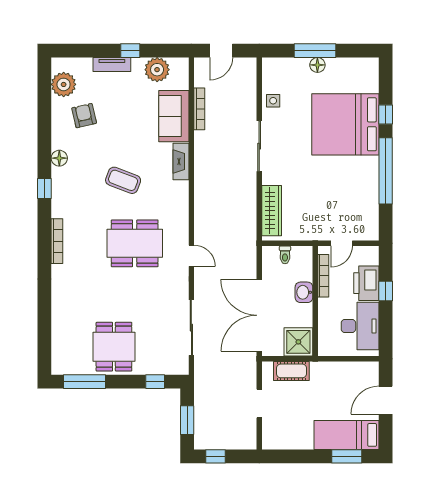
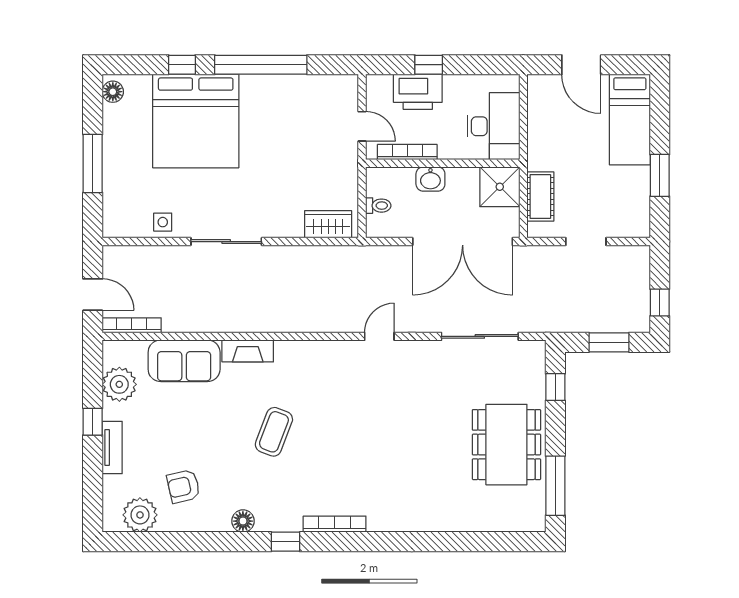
floor lamp: (317, 65) -> (113, 92), moved
bookcase: (199, 109) -> (132, 325), moved
wardrobe: (272, 211) -> (328, 224), width x0.67
bookcase: (57, 241) -> (335, 524), moved
dining table: (135, 243) -> (362, 416), removed
desk: (360, 326) -> (493, 126), moved, turned 90
dining table: (114, 347) -> (506, 445), width x1.38
window: (347, 456) -> (660, 175), moved

